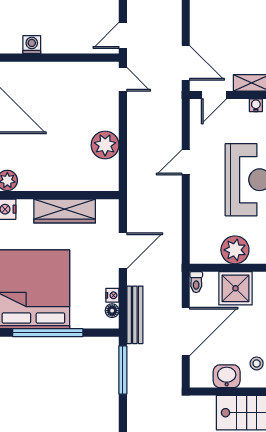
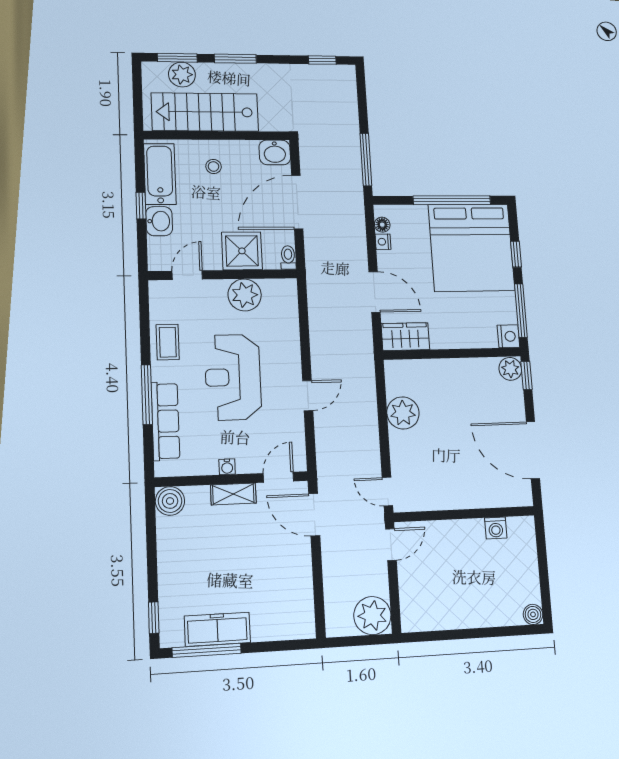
wardrobe: (65, 211) -> (405, 337), moved, width x0.67
door: (123, 251) -> (374, 292), swing flipped
bench: (135, 315) -> (356, 220), removed
washbasin: (227, 376) -> (275, 152), moved

